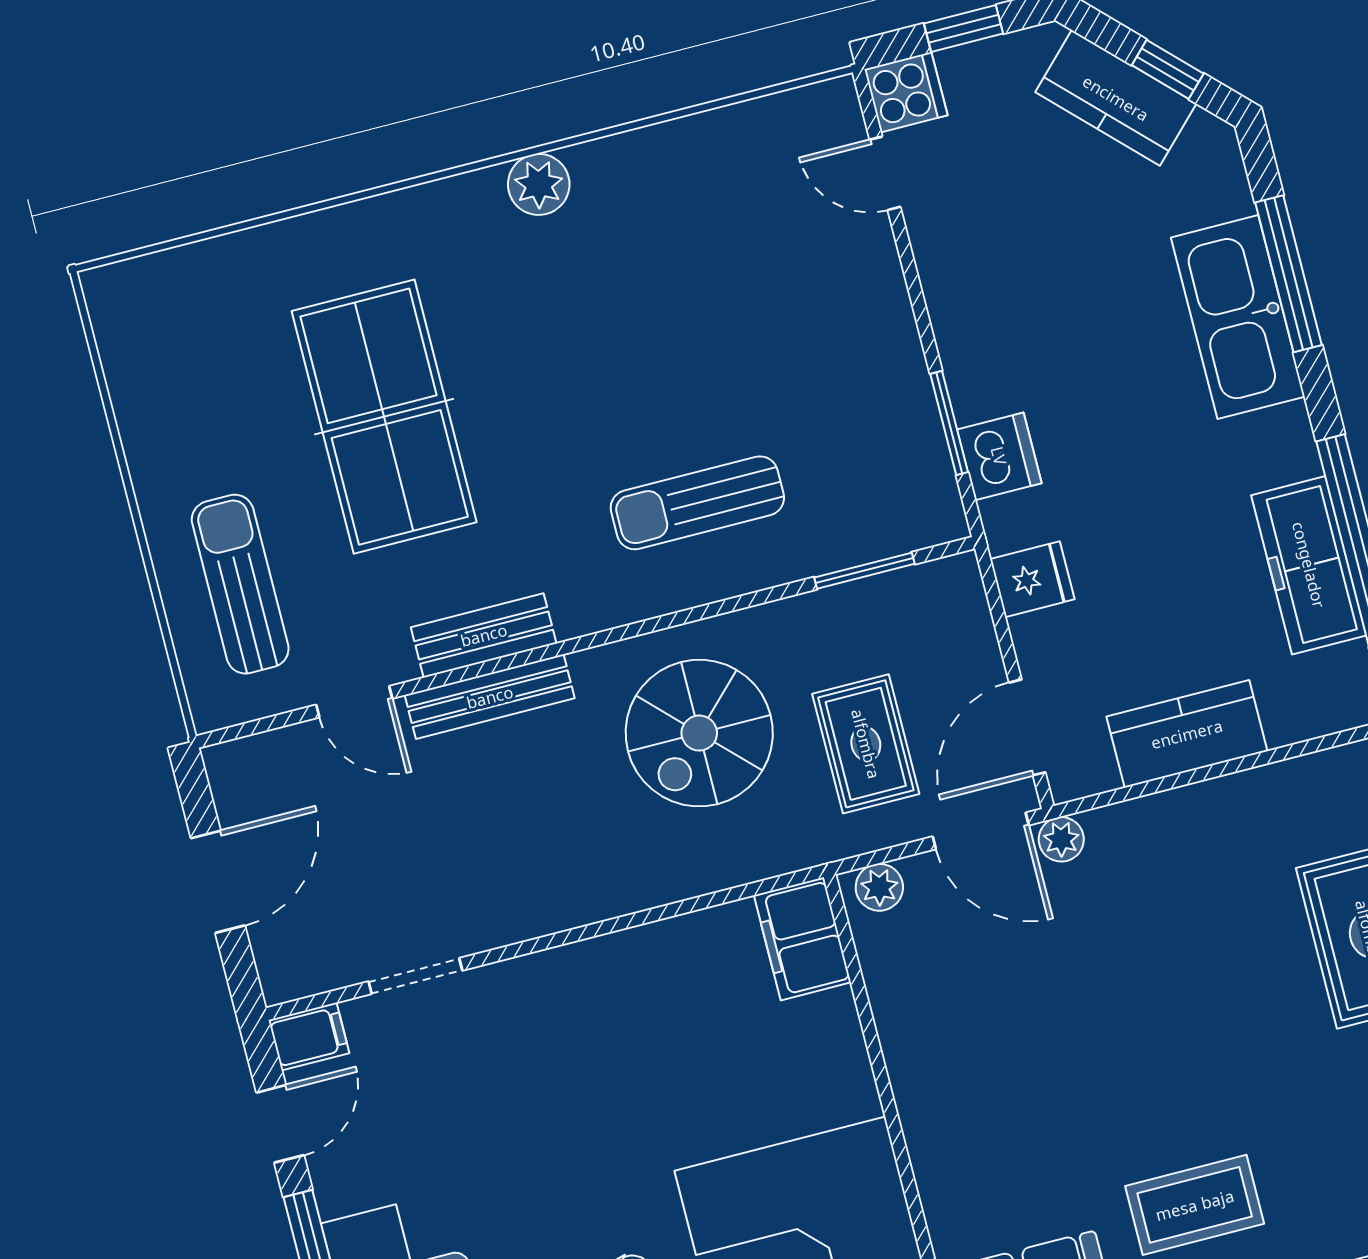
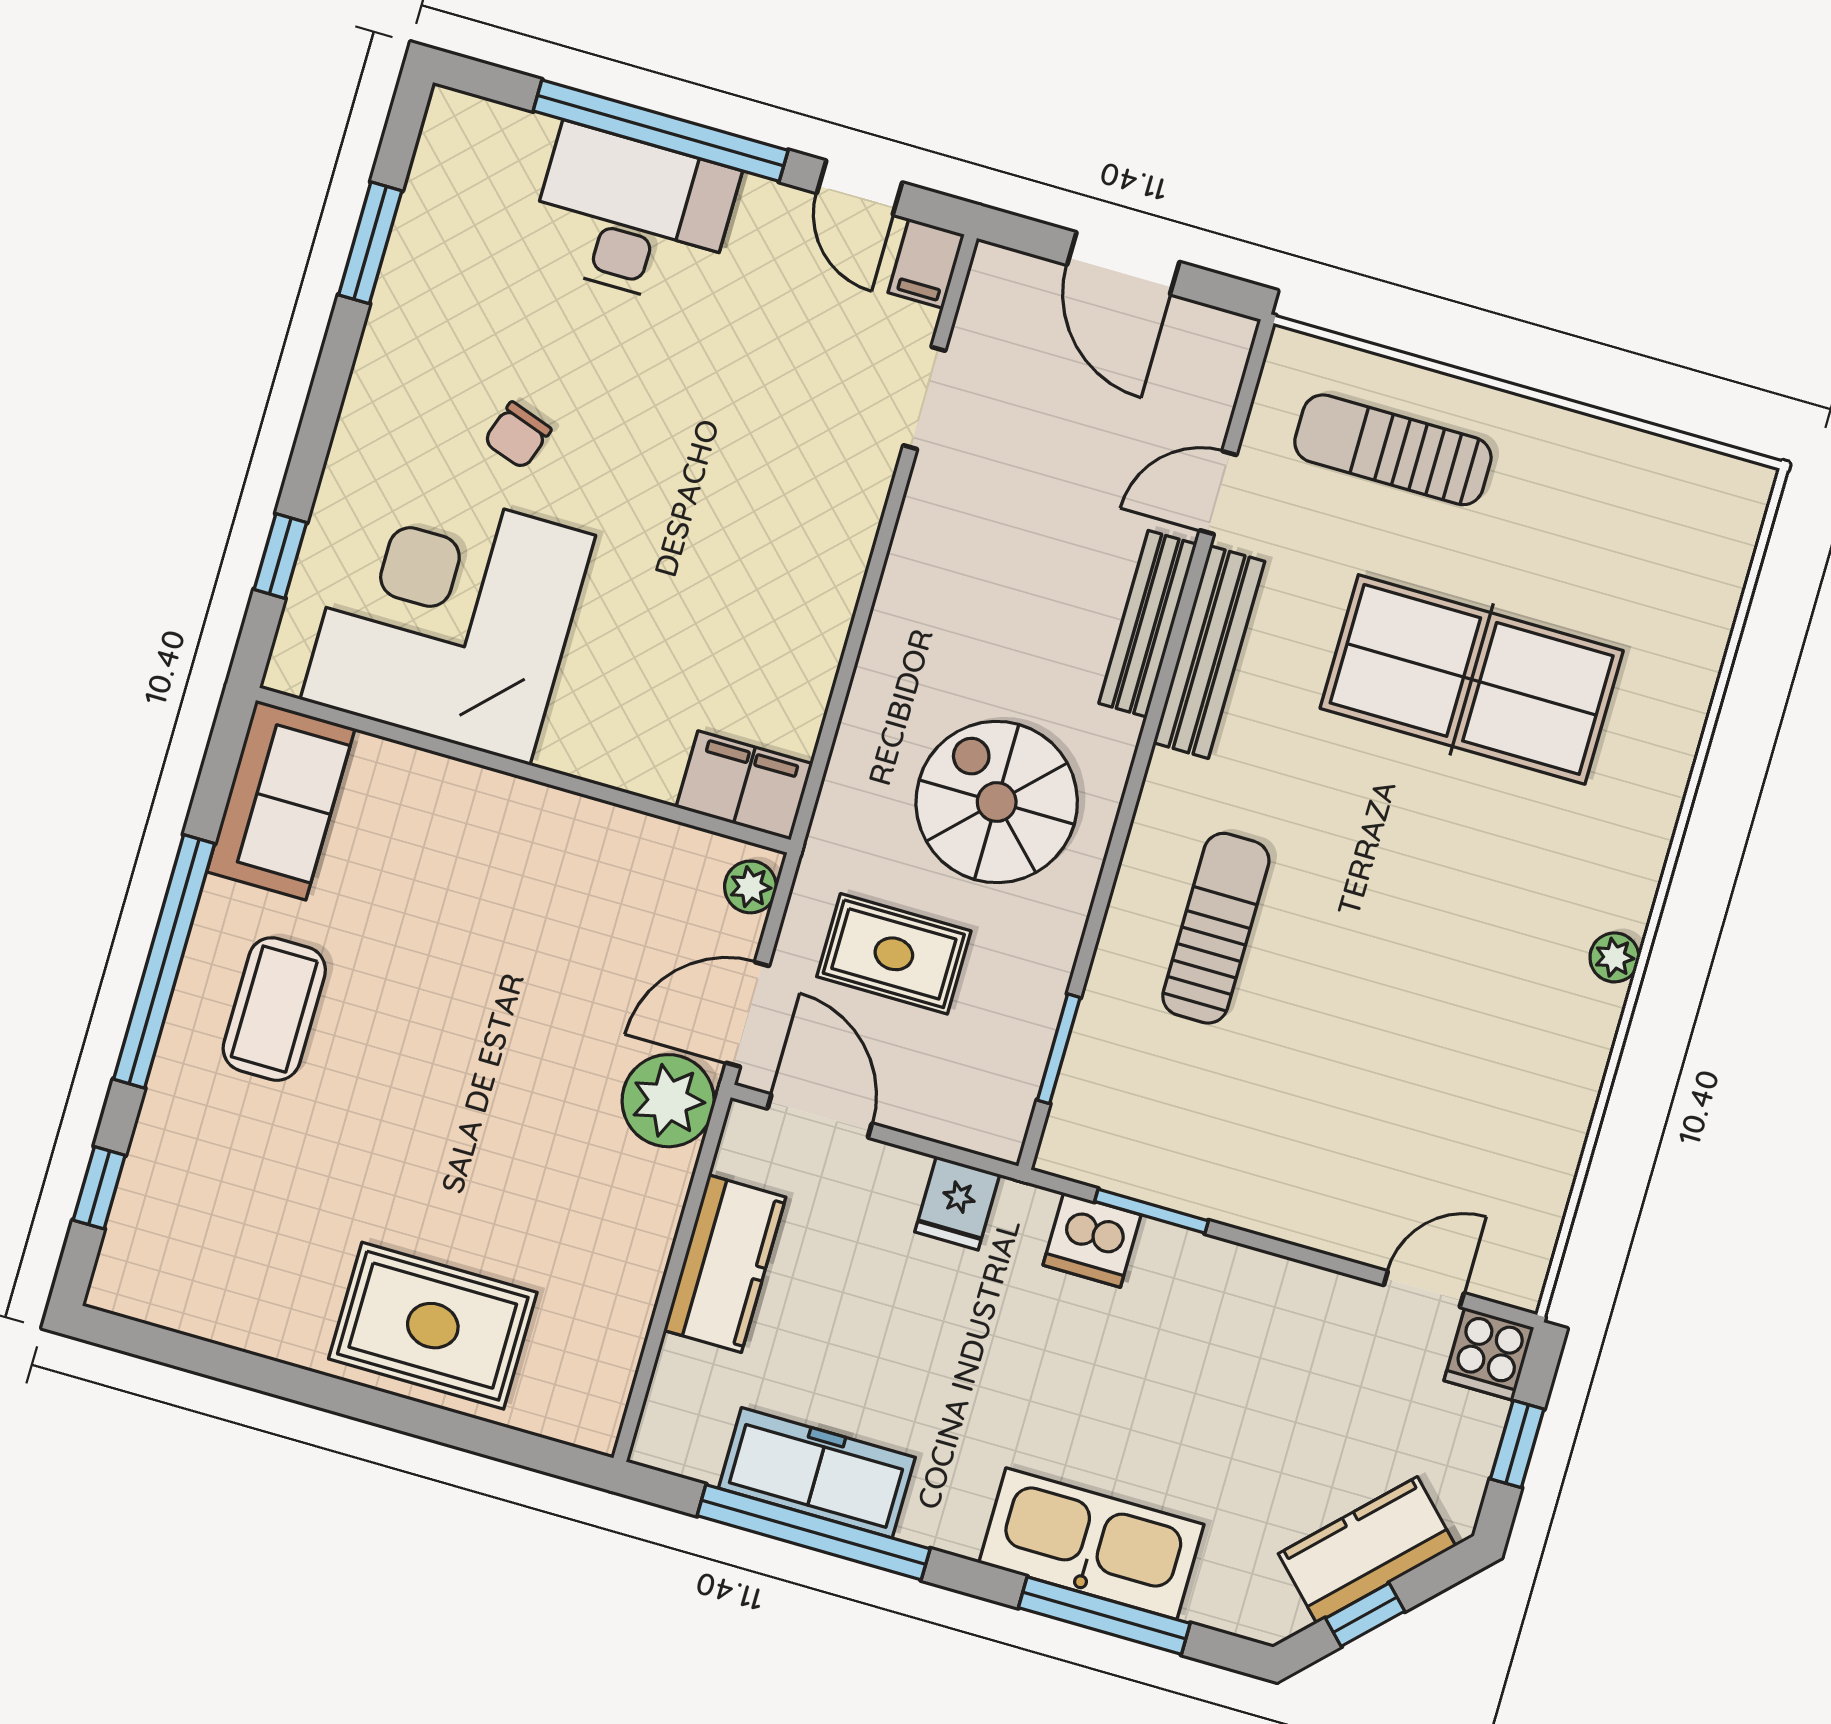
plant: (539, 184) -> (1615, 957), width x0.73, depth x0.73
sun lounger: (240, 584) -> (1393, 450), turned 180
bench: (484, 635) -> (1209, 652), width x1.36
plant: (1061, 839) -> (668, 1101), width x1.88, depth x1.88

